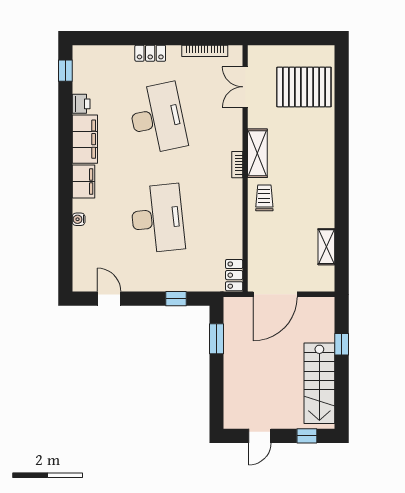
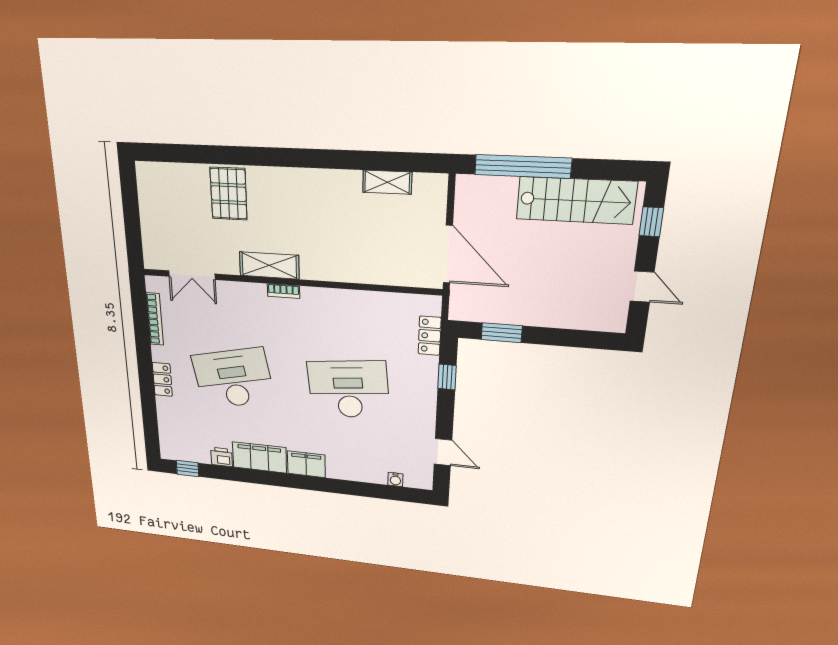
pallet: (304, 87) -> (229, 194), moved, width x0.73, depth x0.71
trolley: (264, 198) -> (324, 260), removed
water cooler: (79, 219) -> (395, 479), moved
locker: (234, 275) -> (430, 336), moved, turned 90
door: (109, 299) -> (443, 452), swing flipped
window: (342, 344) -> (523, 166), width x3.17

